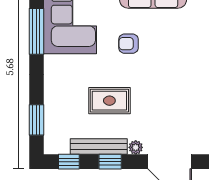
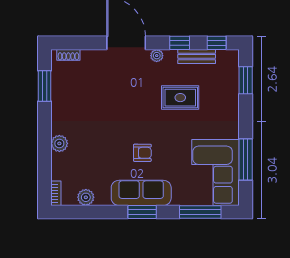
armchair: (128, 44) -> (142, 153), moved
bench: (99, 146) -> (197, 56), width x0.73

